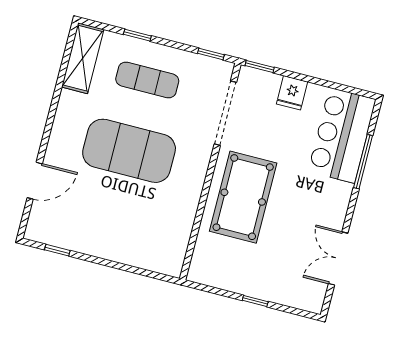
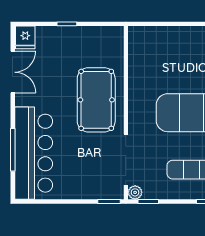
plant: (224, 70) -> (135, 192), added
fridge: (292, 93) -> (25, 37), moved, turned 180
bar counter: (342, 135) -> (34, 153), width x1.36

